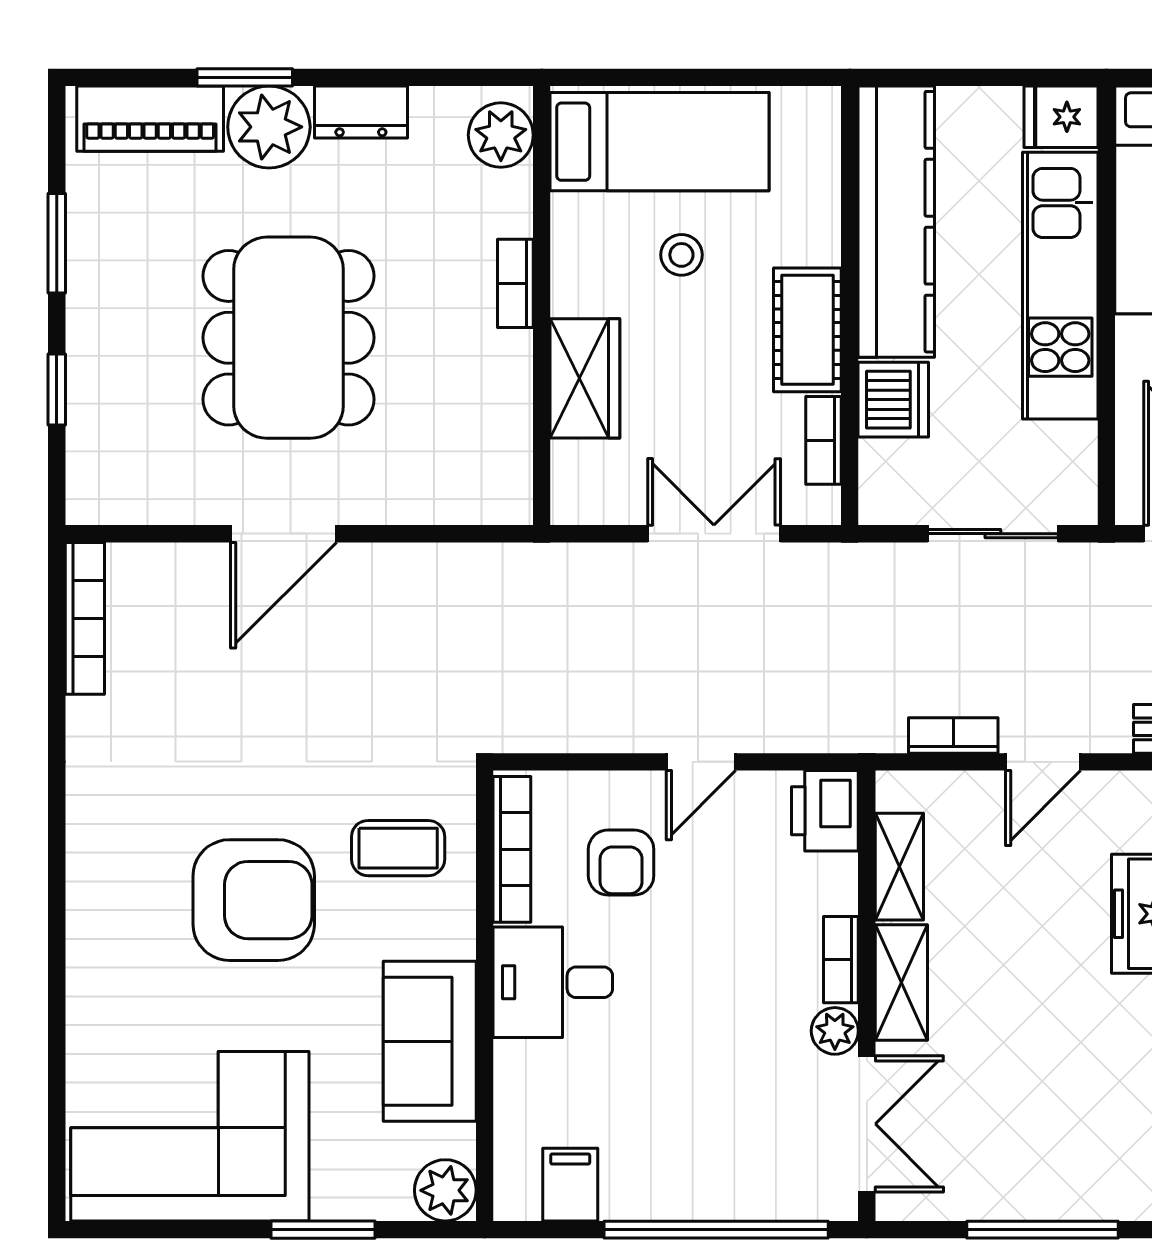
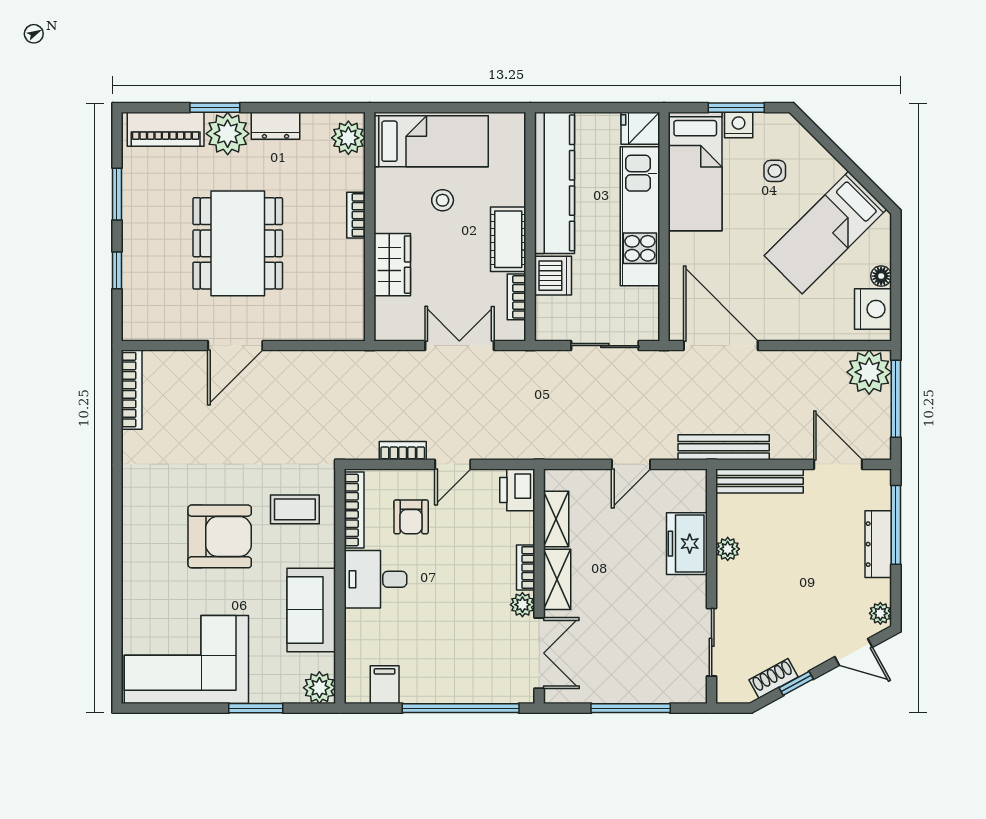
bookcase: (953, 735) -> (403, 451), moved

